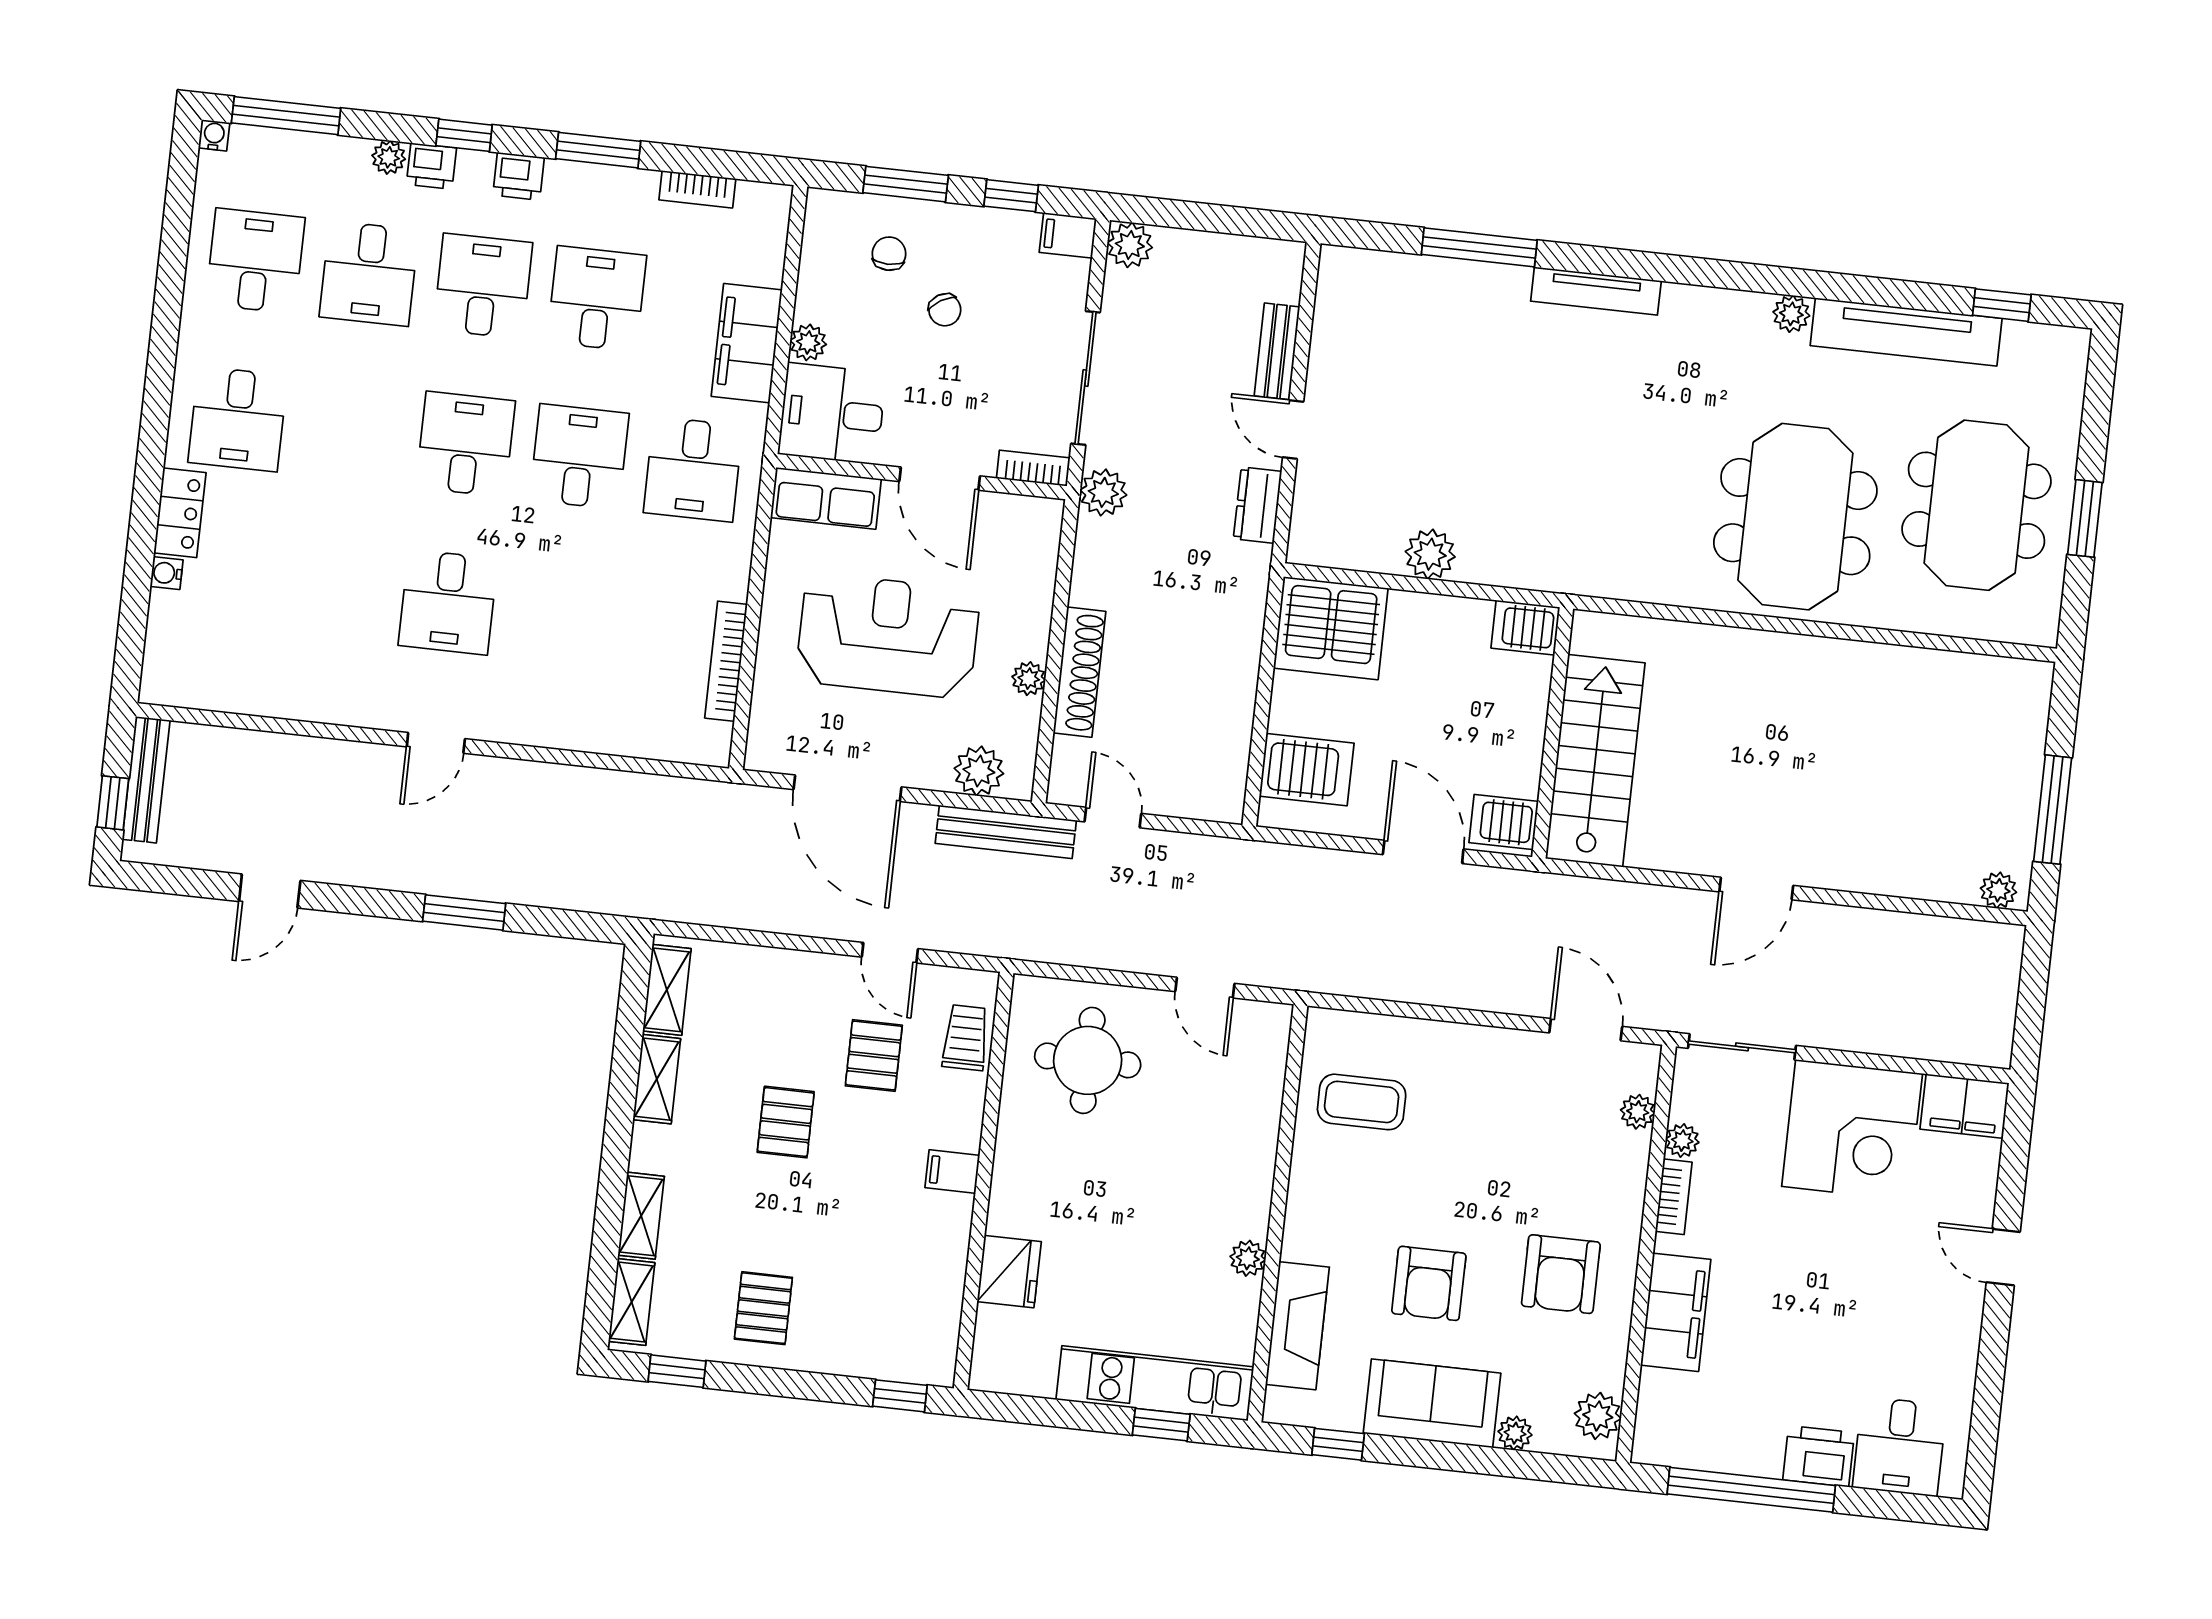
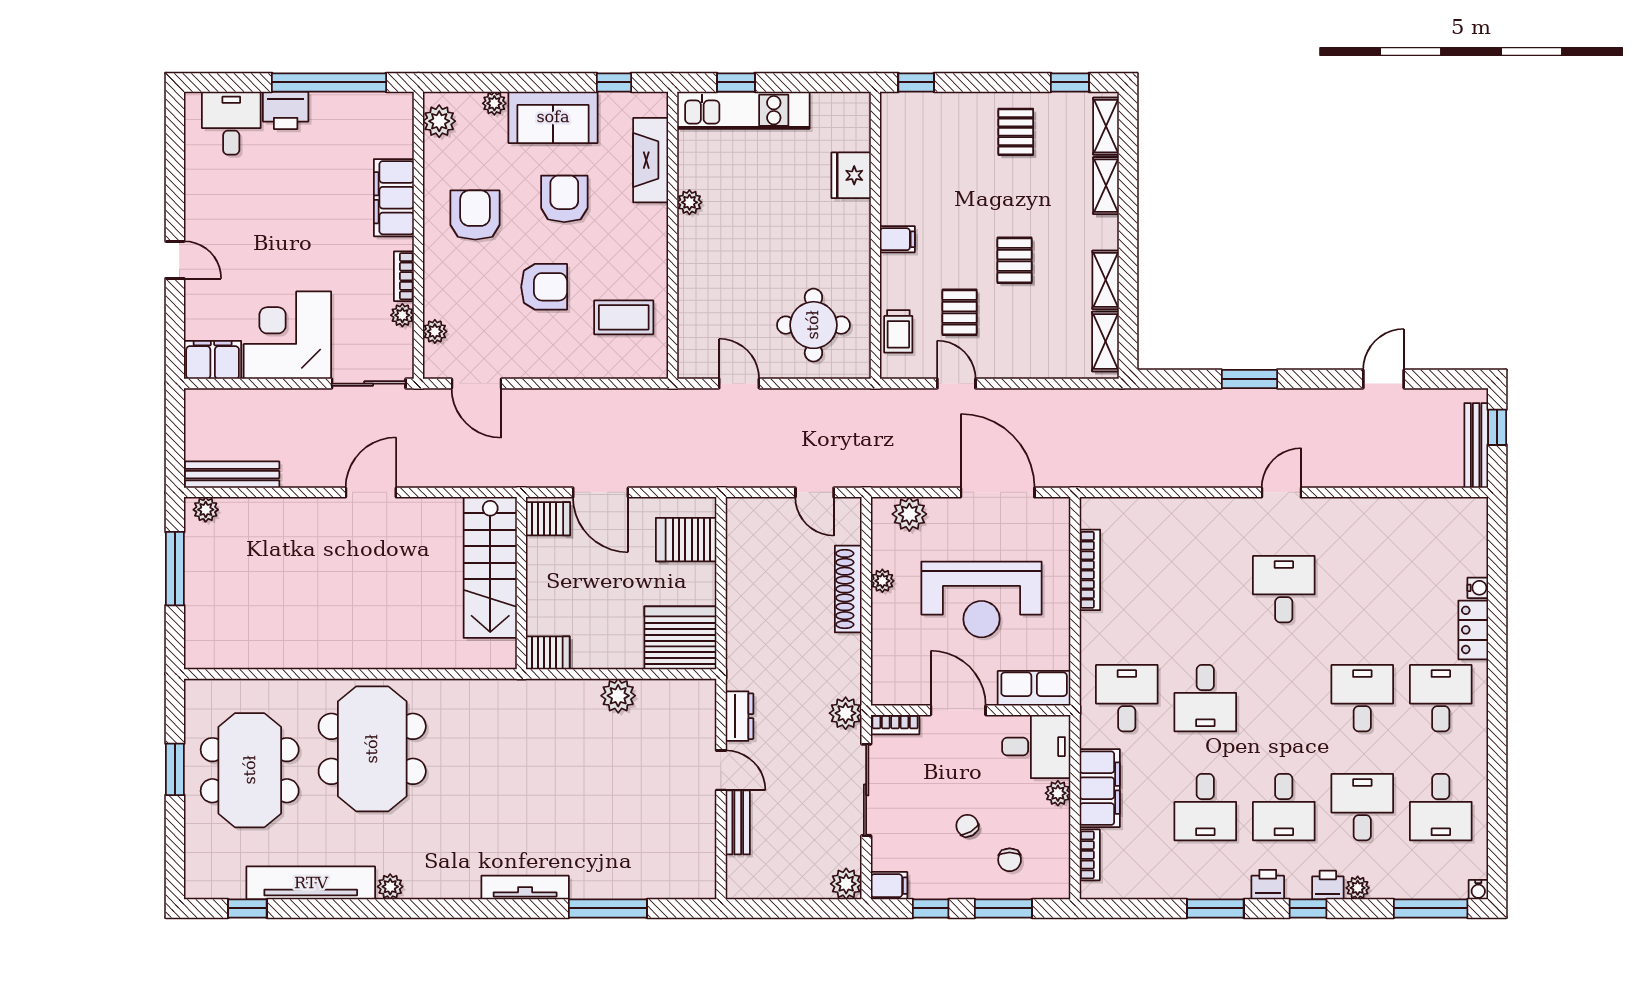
bookcase: (697, 189) -> (1090, 855), moved, turned 90
desk: (465, 444) -> (1362, 698), moved, turned 180
bench: (1006, 832) -> (232, 475), moved
armchair: (1472, 1159) -> (544, 287), added

